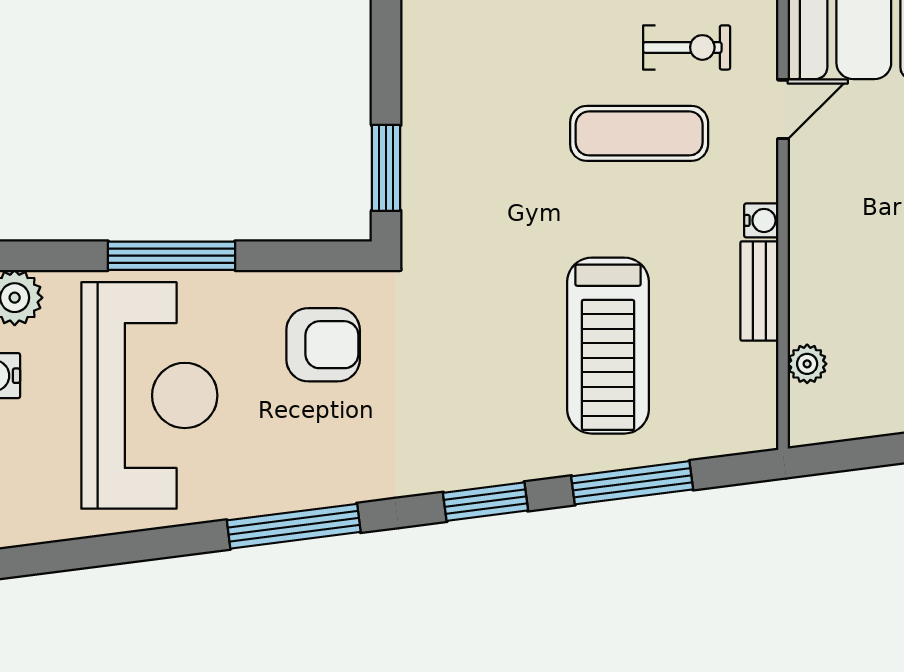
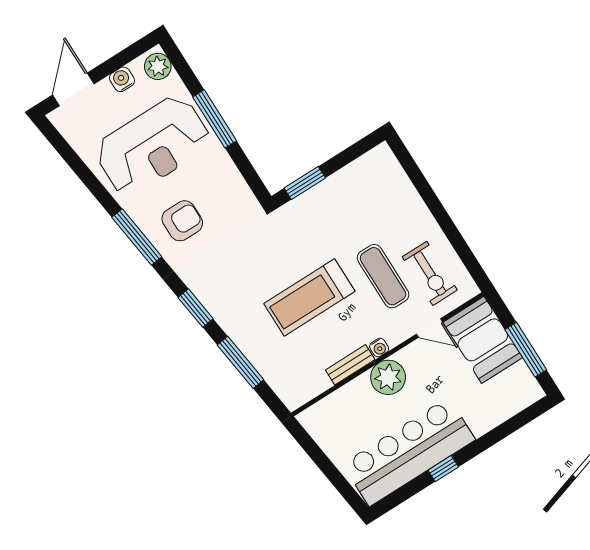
exercise bike: (687, 47) -> (430, 273), width x1.38, depth x1.39
armchair: (323, 345) -> (182, 221), moved, turned -90
treadmill: (608, 346) -> (309, 297), moved
plant: (807, 364) -> (388, 377), moved, width x1.87, depth x1.87

